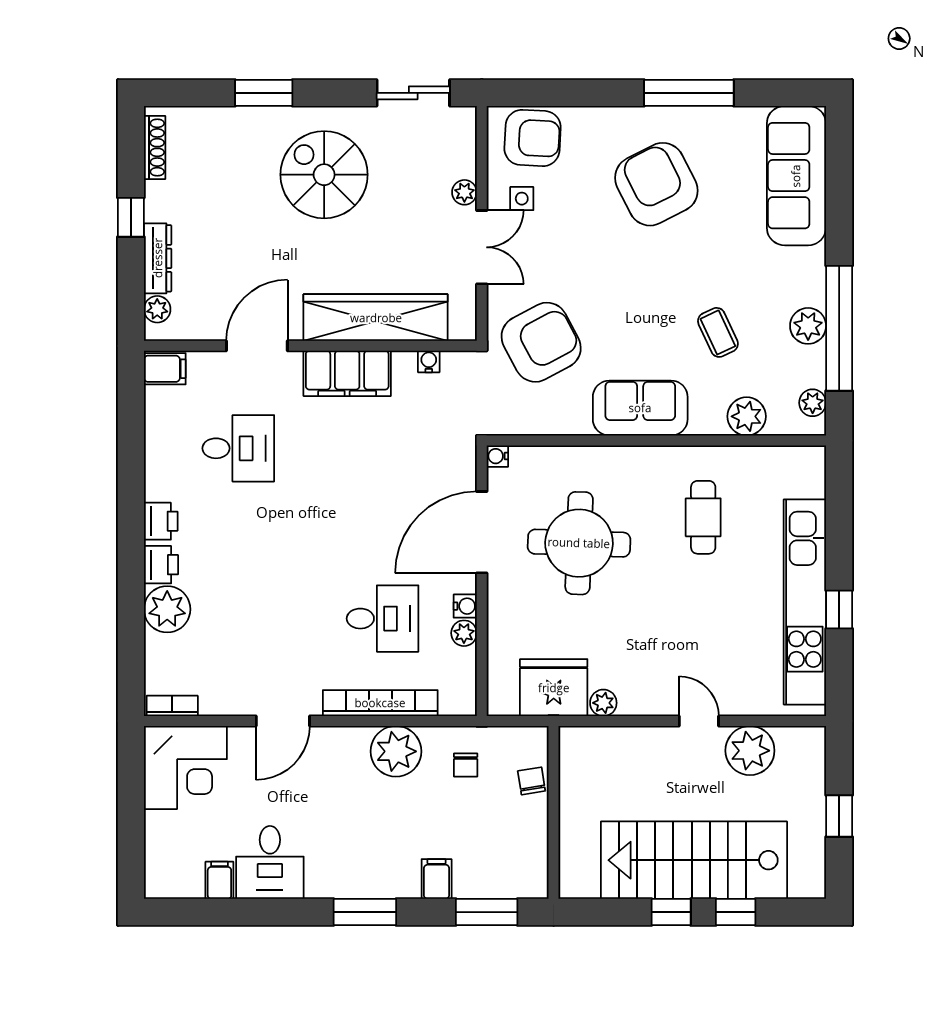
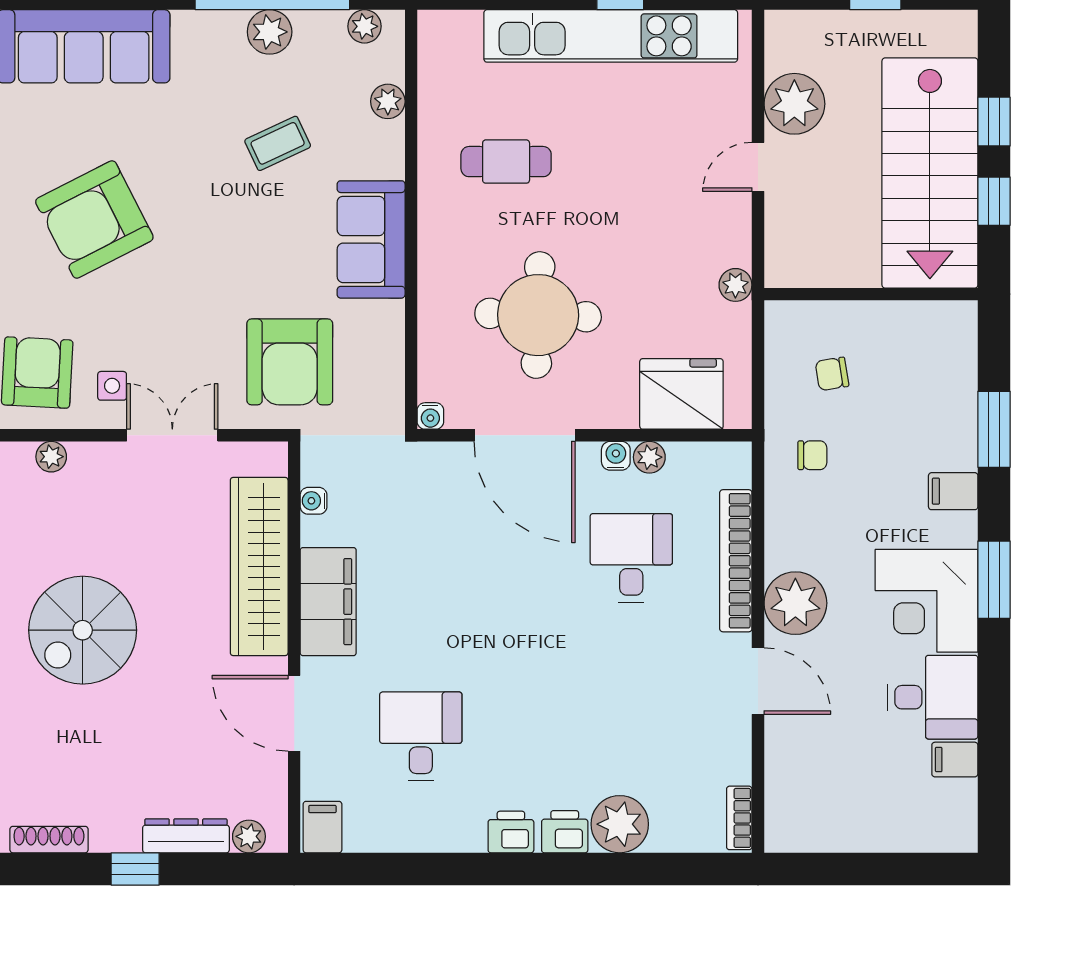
plant: (464, 192) -> (51, 457), moved
armchair: (541, 342) -> (290, 362), turned -152
plant: (747, 416) -> (388, 101), width x0.73, depth x0.73
fridge: (554, 688) -> (681, 394), moved, turned 90
plant: (396, 751) -> (795, 603), moved
corner desk: (185, 767) -> (927, 601), moved, turned 180
wall: (554, 812) -> (871, 294), moved

